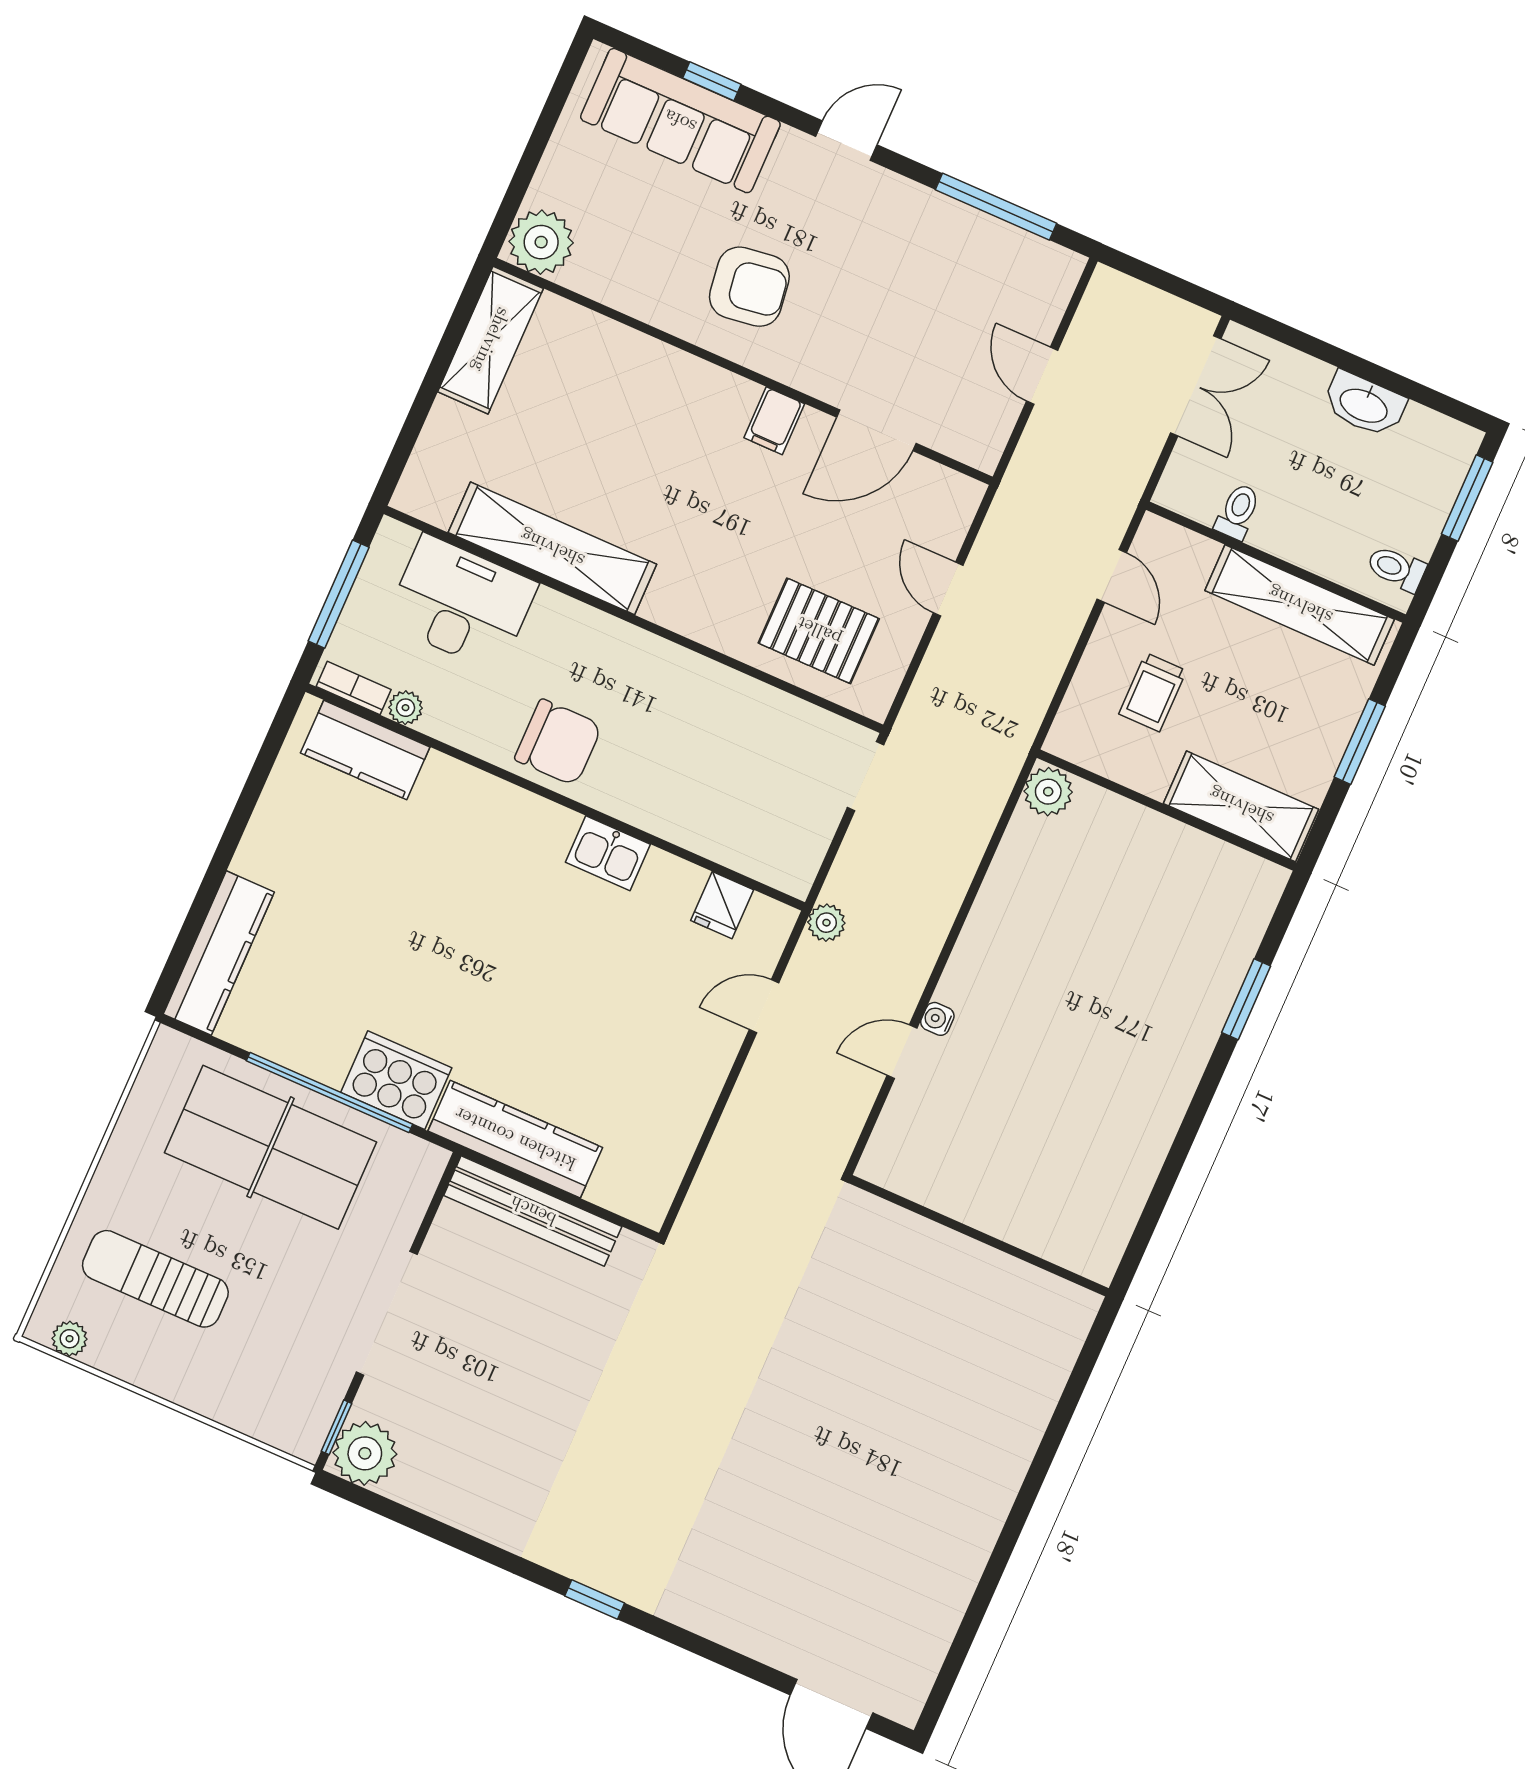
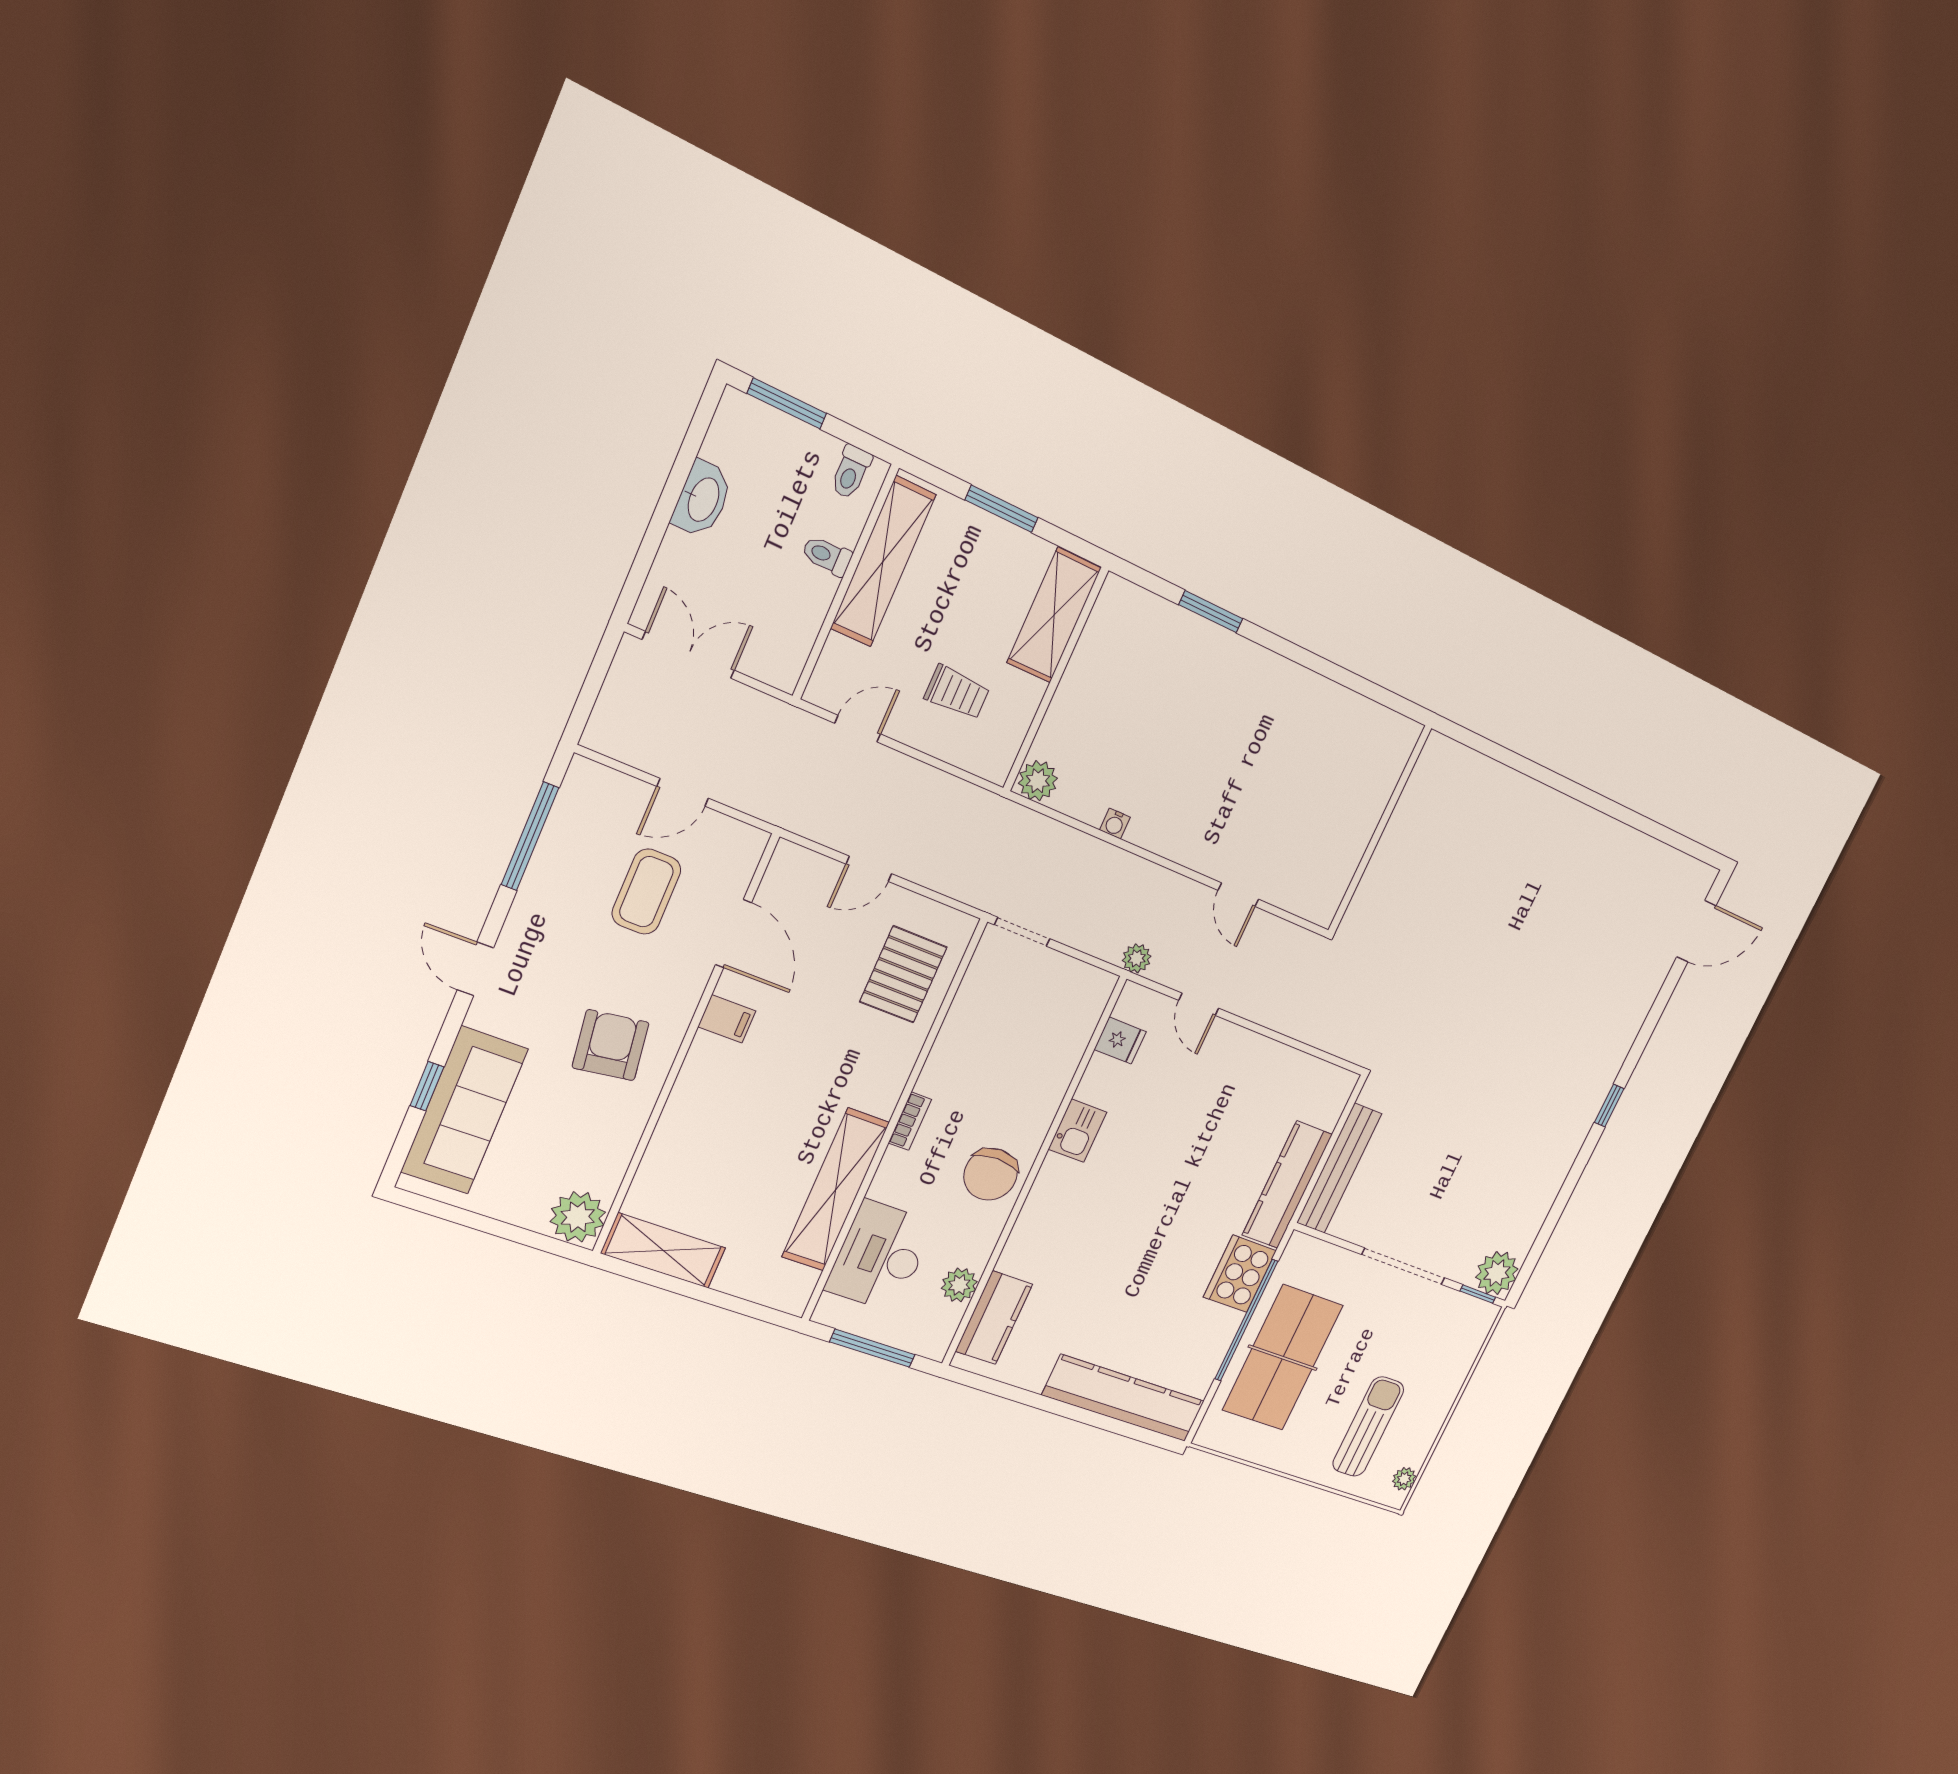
coffee table: (929, 332) -> (646, 892), added
toilet: (1238, 512) -> (827, 556), moved
bookcase: (354, 688) -> (910, 1121), moved, turned 180
plant: (406, 708) -> (959, 1285), width x1.38, depth x1.38
chair: (558, 742) -> (991, 1174), turned 180
kitchen counter: (219, 953) -> (1124, 1398), width x1.39, depth x1.17
water cooler: (937, 1019) -> (1115, 824), moved
sun lounger: (155, 1279) -> (1368, 1427), turned 180

